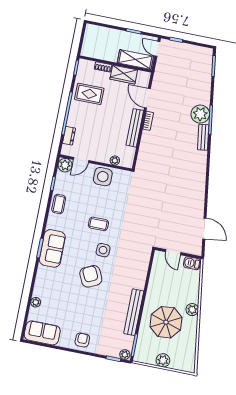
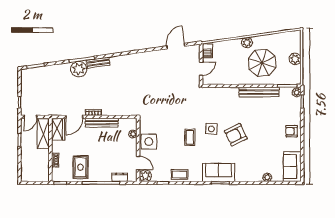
wardrobe: (124, 75) -> (58, 129), moved

